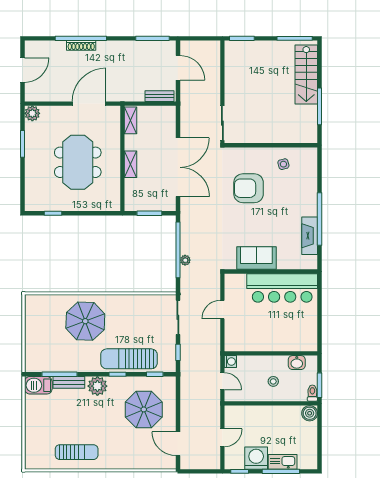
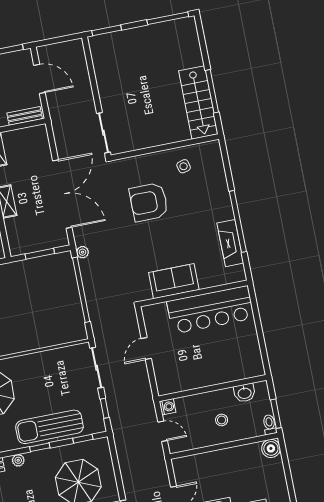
stairs: (306, 74) -> (198, 102), moved
plant: (185, 260) -> (83, 252), moved
plant: (97, 386) -> (18, 460), width x0.53, depth x0.53

